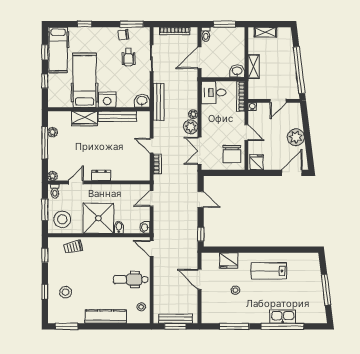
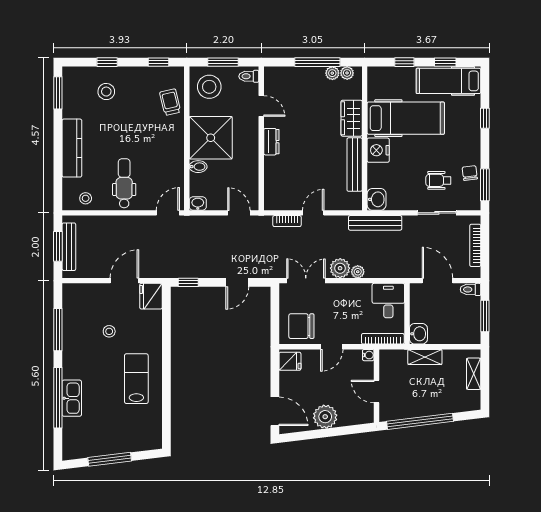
plant: (52, 176) -> (347, 73), moved
fridge: (229, 261) -> (151, 296), moved

